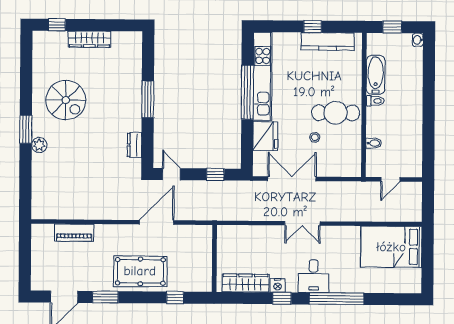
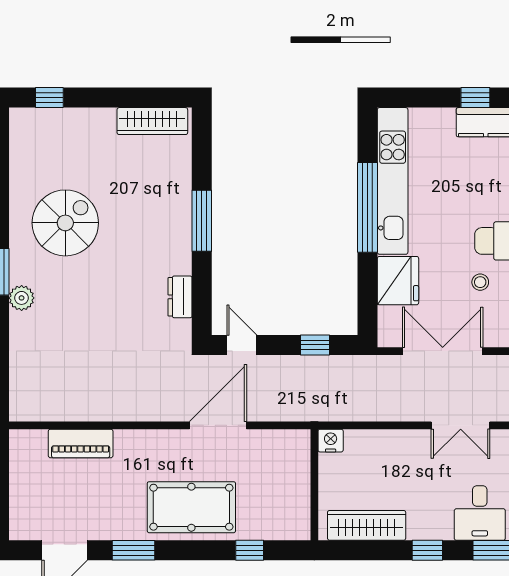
wardrobe: (89, 39) -> (152, 121), moved
spiral stairs: (66, 100) -> (65, 223), turned -90
nightstand: (278, 285) -> (331, 441), moved, turned 180

